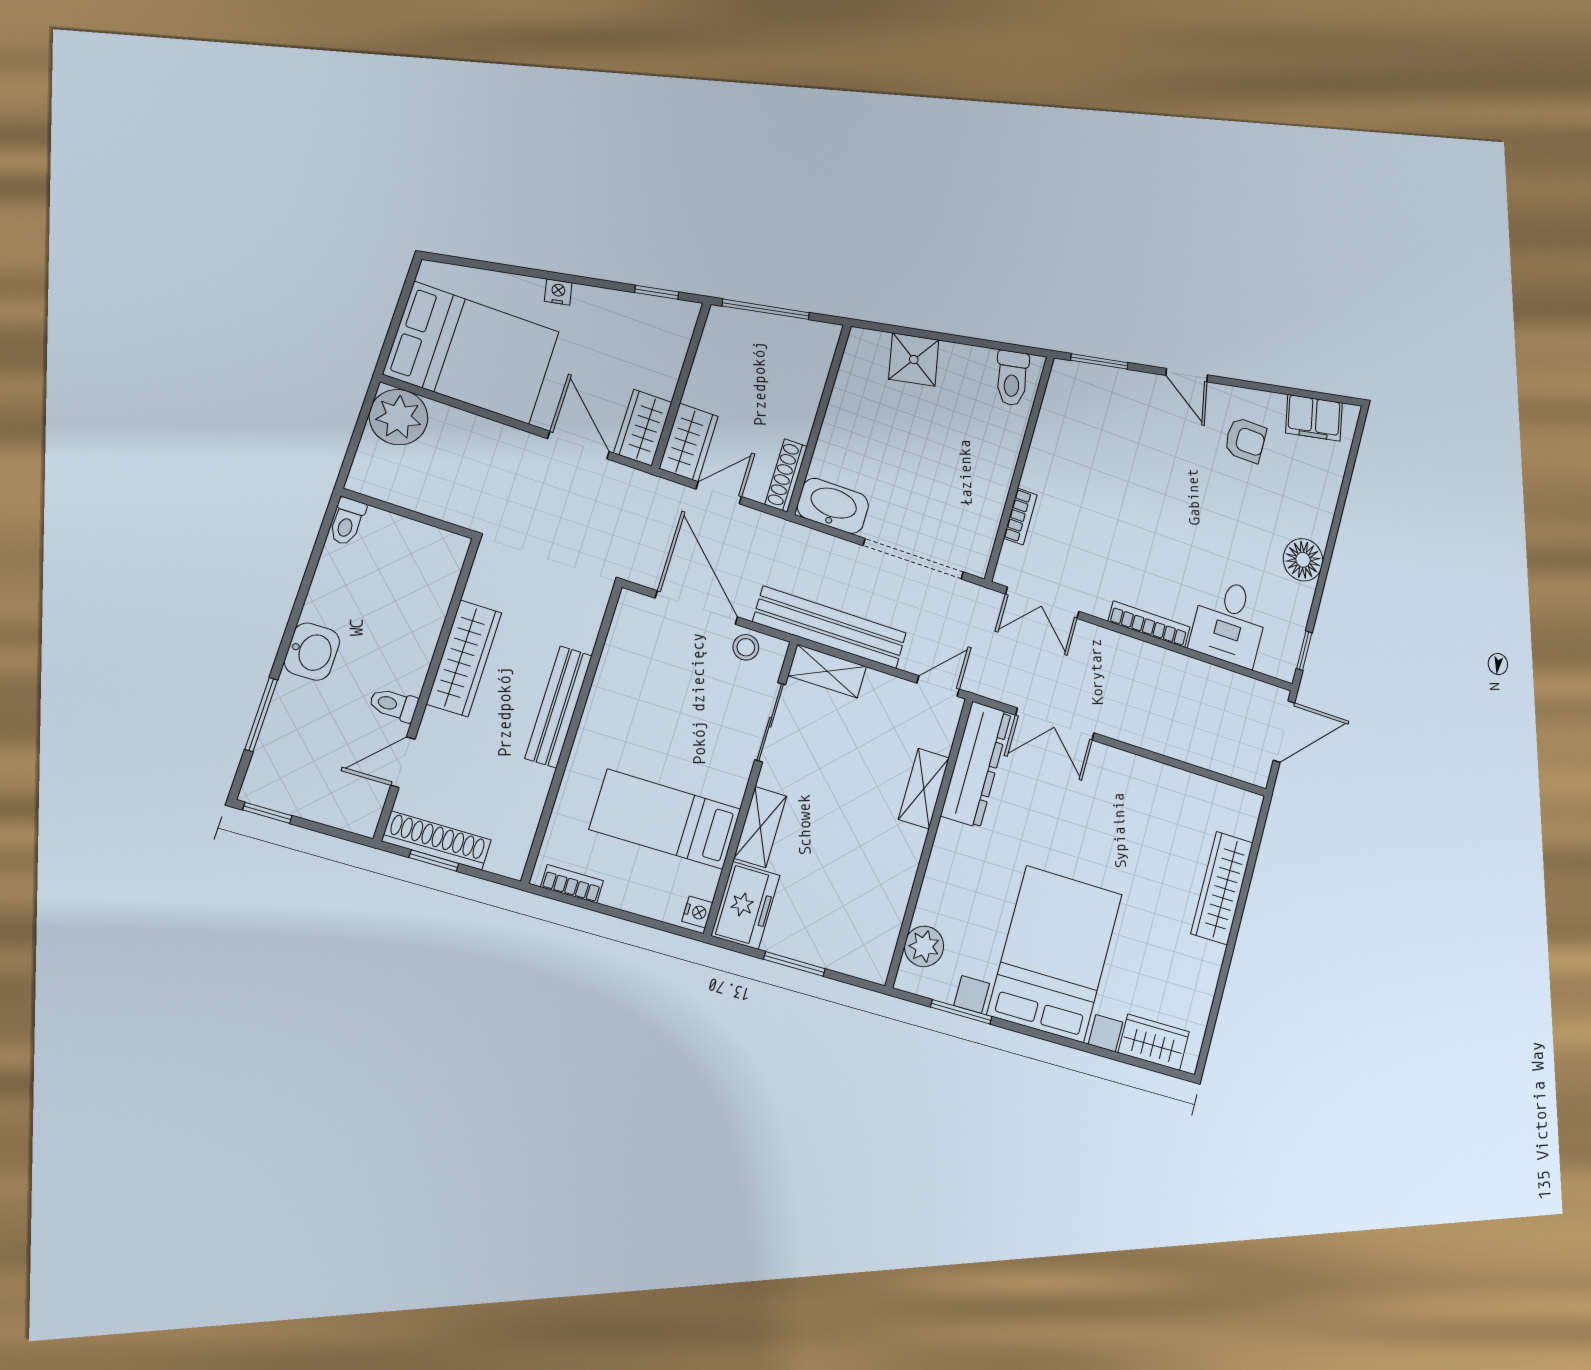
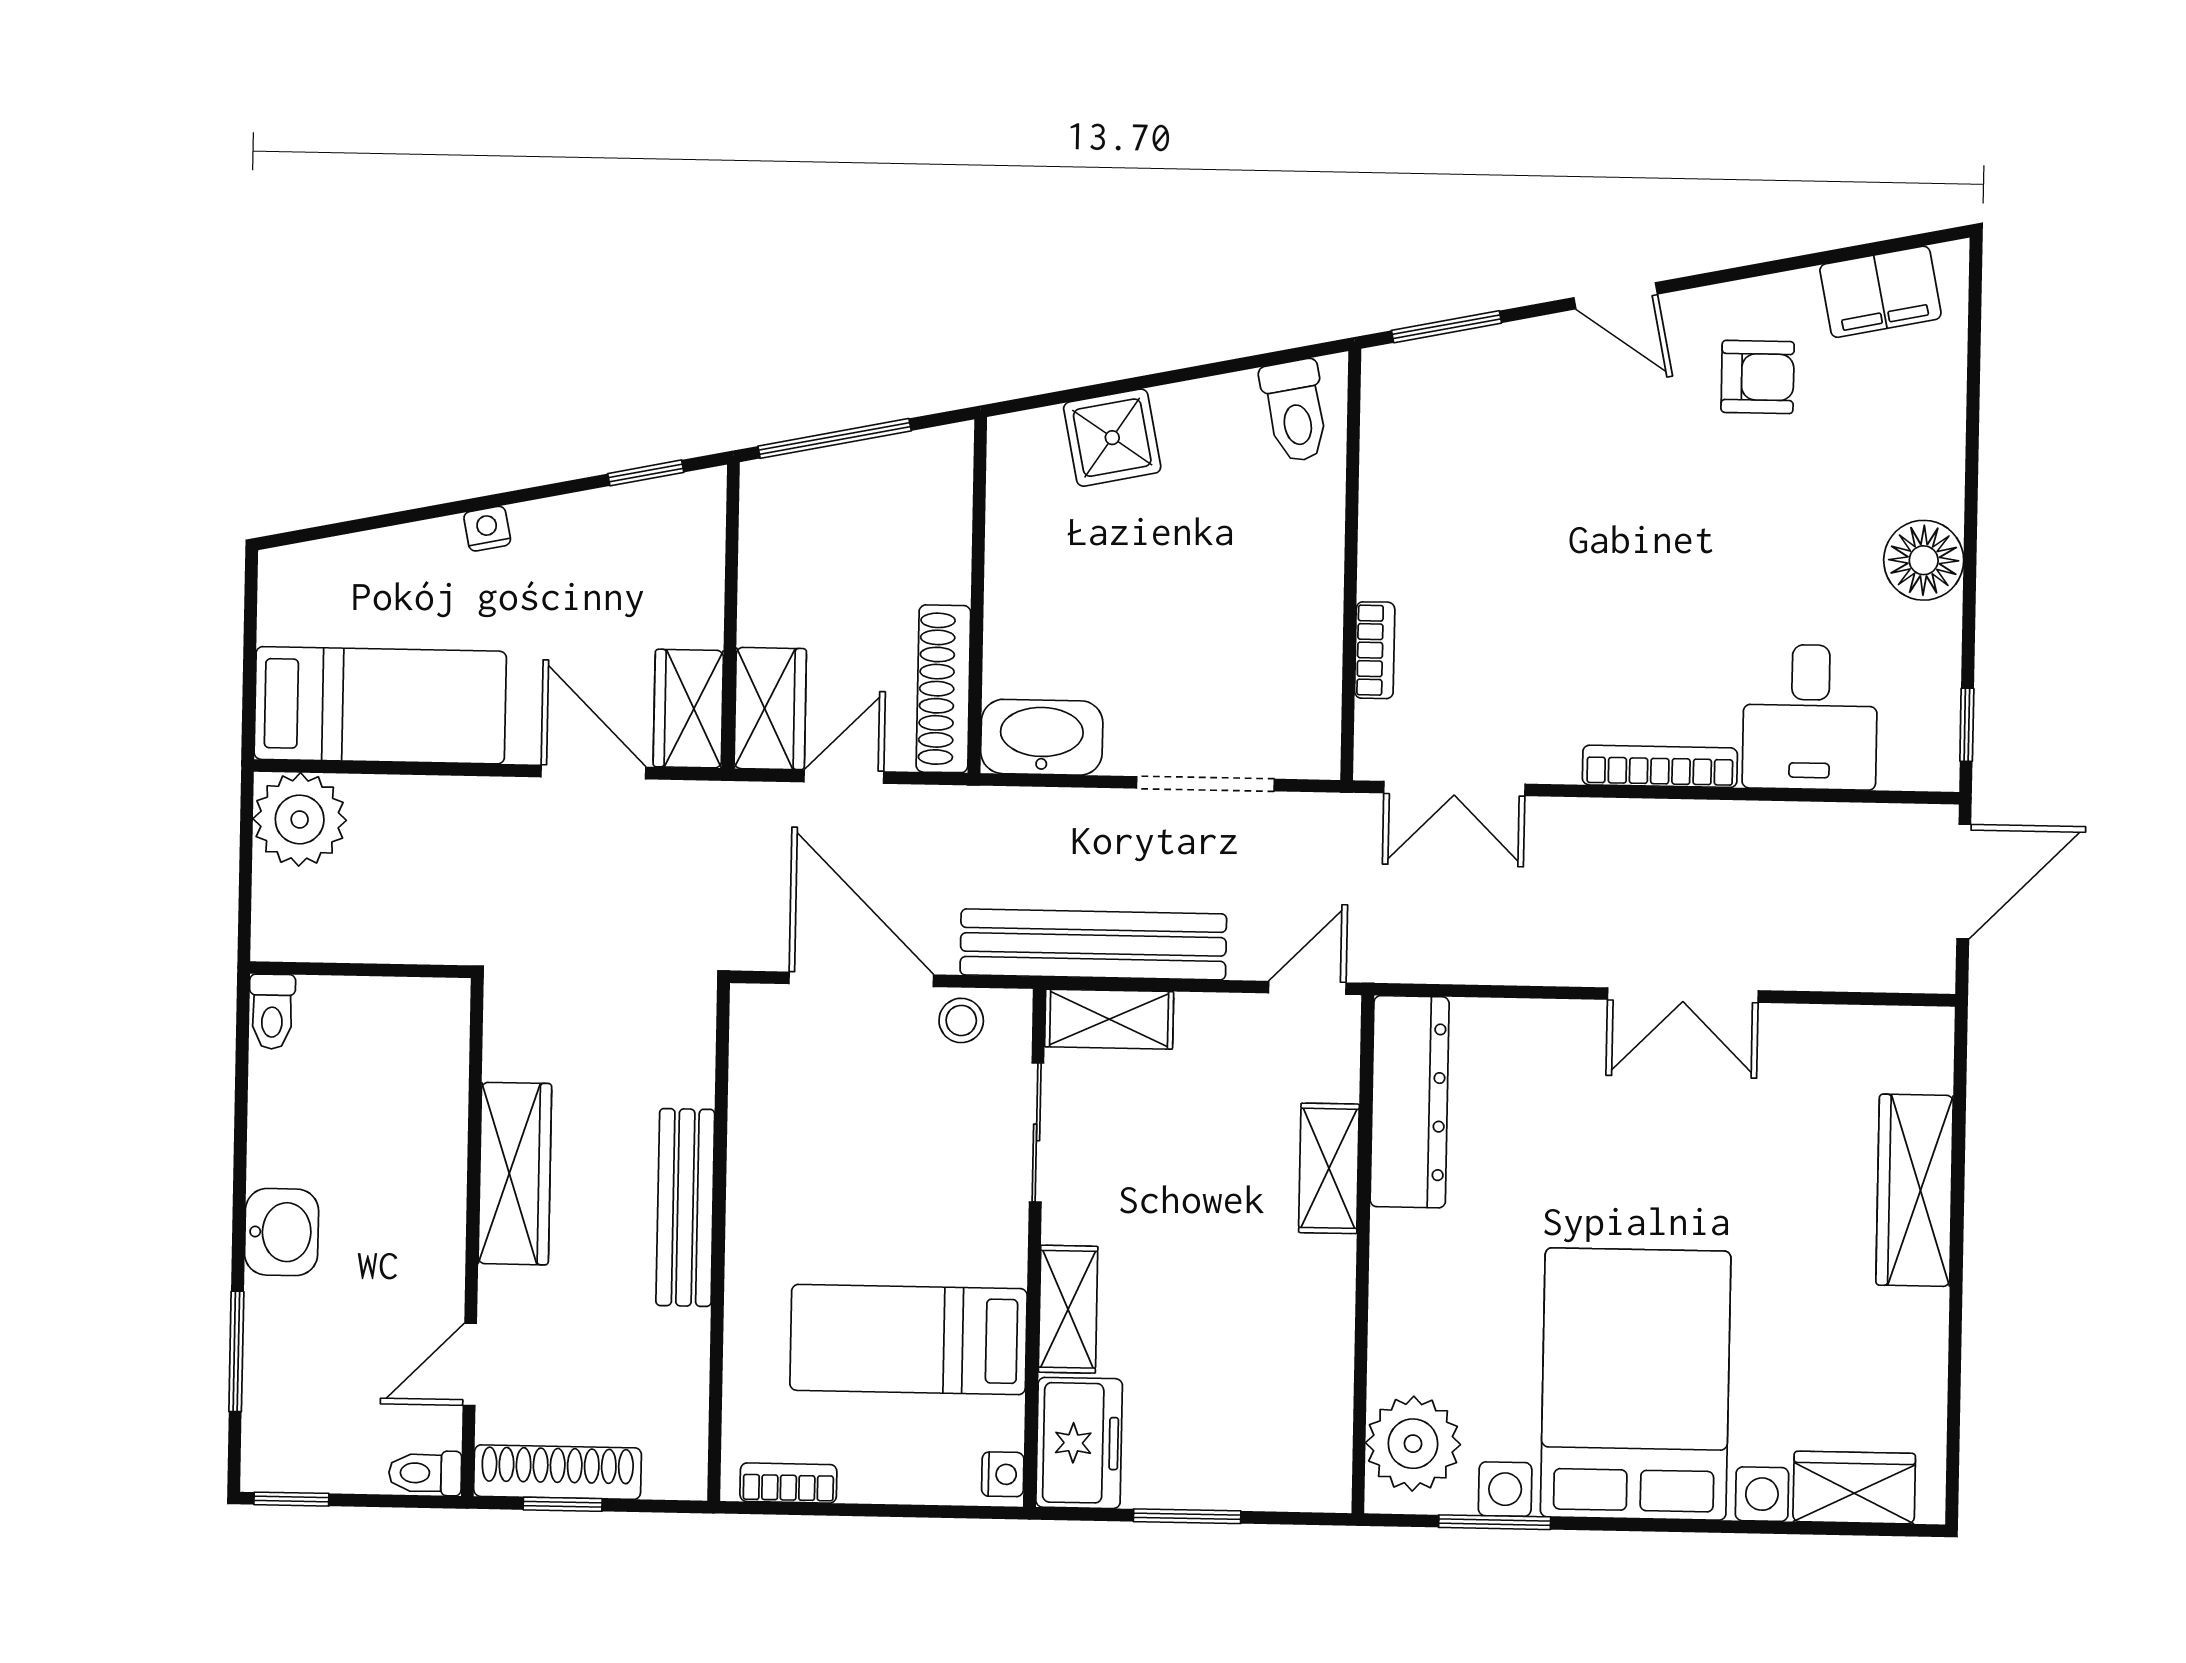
bed: (472, 353) -> (380, 705), width x0.67
shoe rack: (786, 475) -> (943, 689), width x1.36, depth x1.24
doorway: (913, 559) -> (1205, 784), width x0.73
toilet: (394, 705) -> (425, 1473), moved
double door: (1055, 724) -> (1683, 995), moved
plant: (924, 946) -> (1413, 1444), width x1.36, depth x1.36

